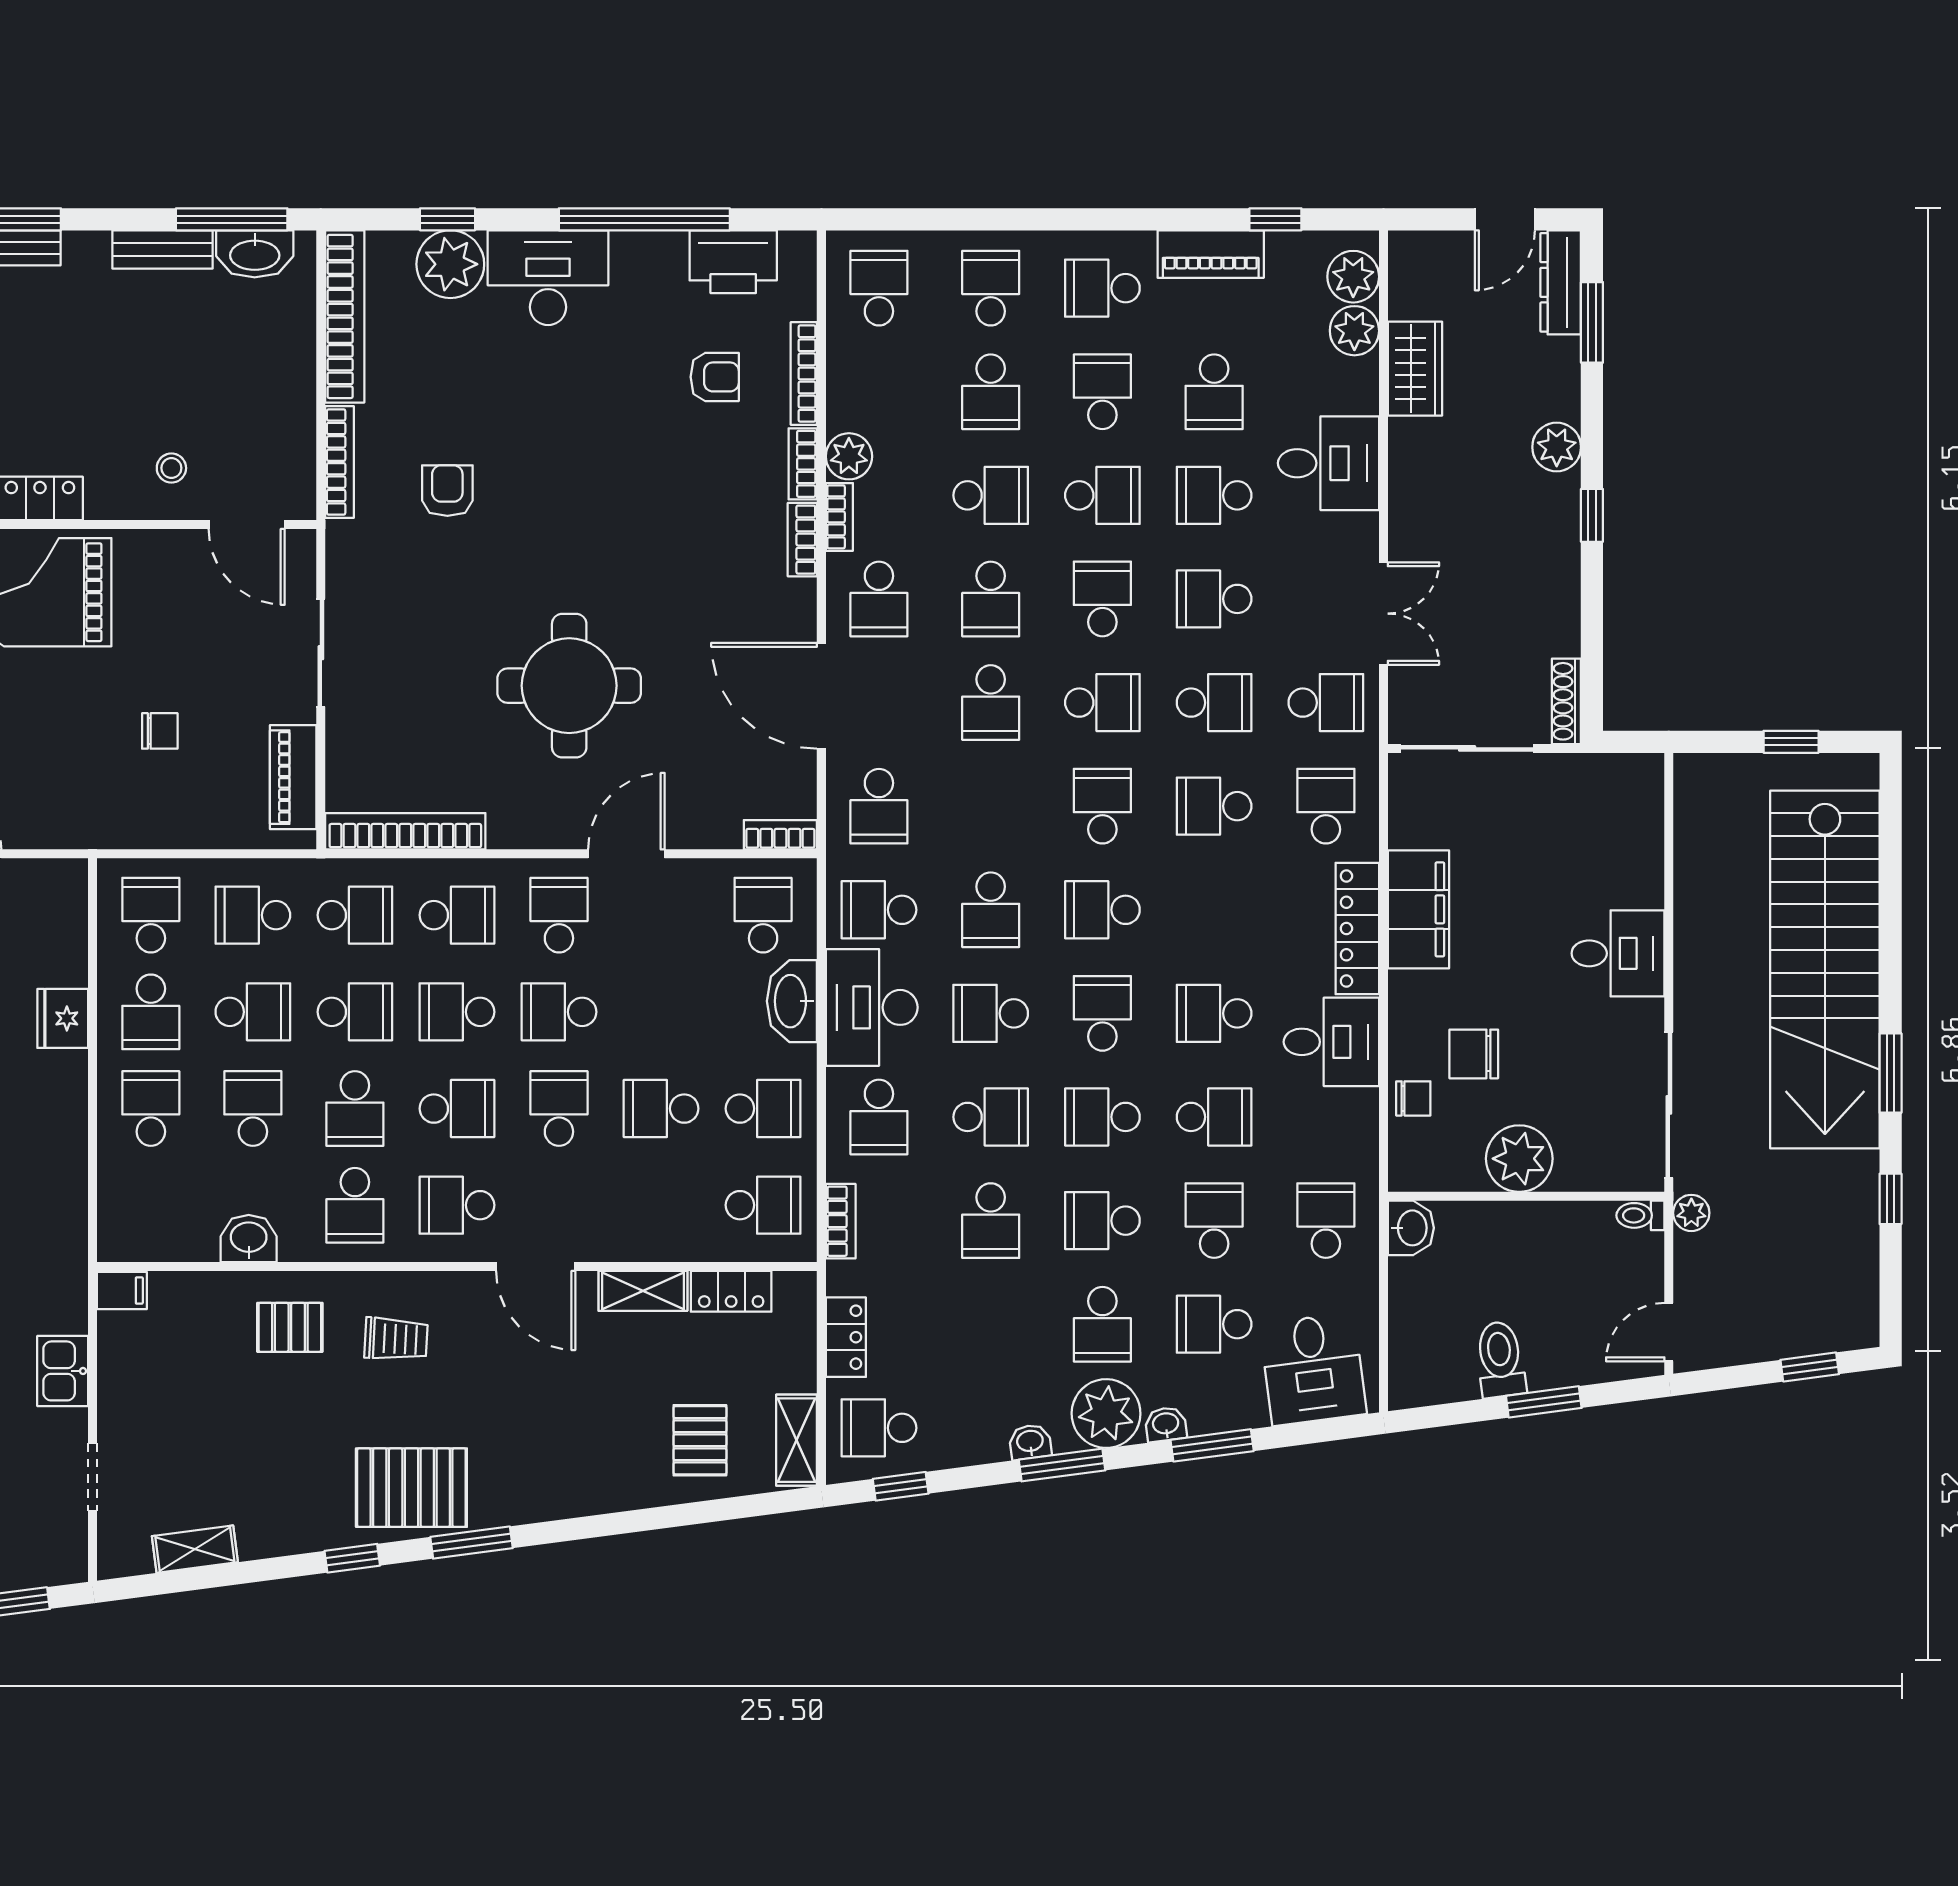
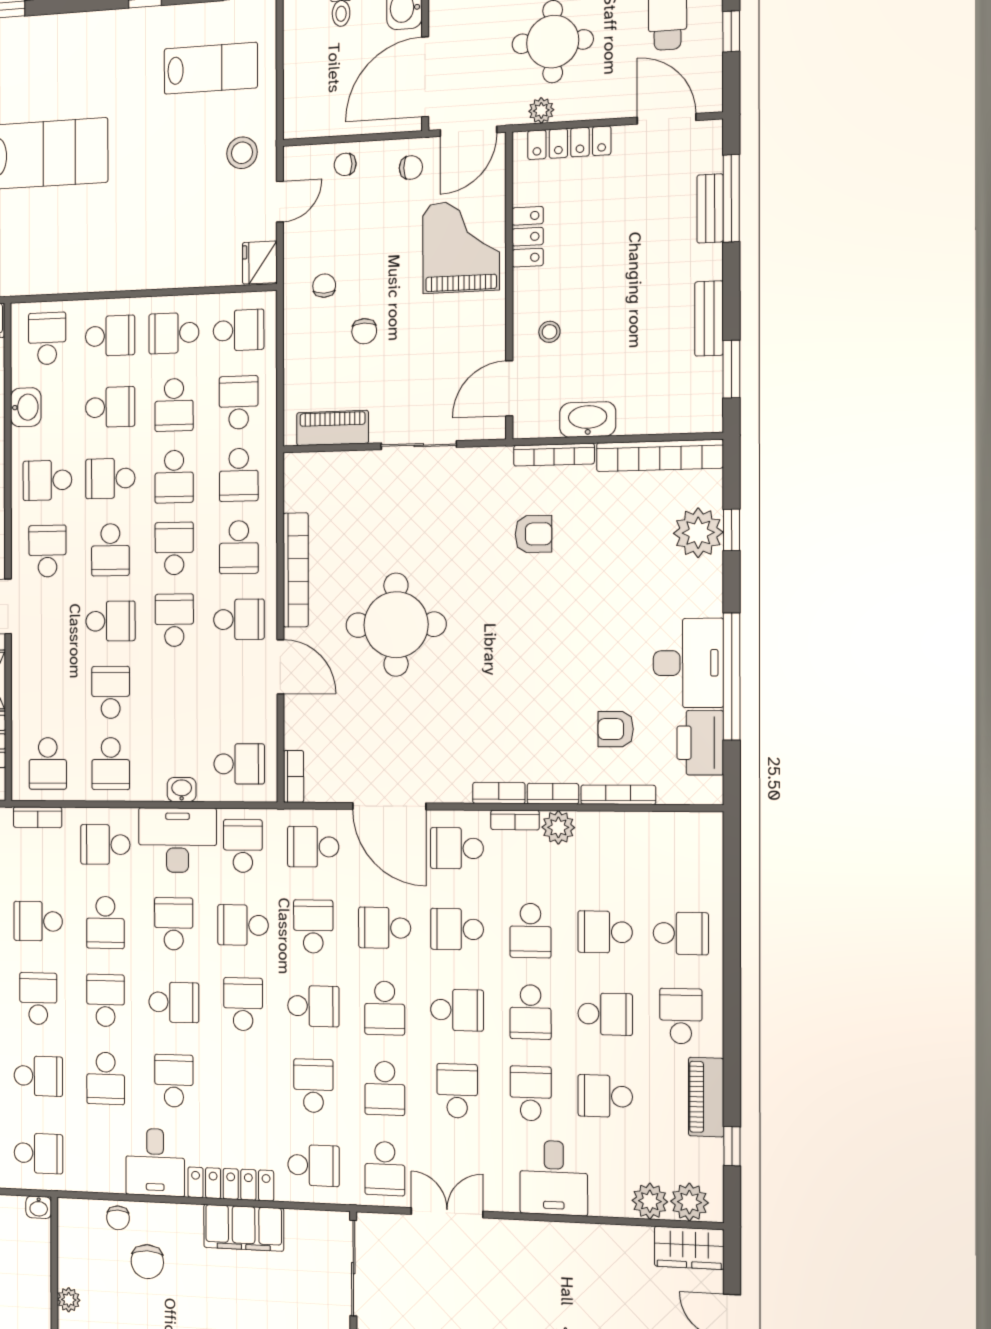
window: (232, 219) -> (731, 369), width x0.69
washbasin: (255, 254) -> (588, 419), moved, turned 90
desk: (548, 278) -> (688, 663), moved
school desk: (879, 288) -> (313, 926), moved, turned -90
wardrobe: (1415, 369) -> (689, 1248), moved
armchair: (715, 377) -> (616, 729), turned 90
double door: (1383, 614) -> (447, 1213), swing flipped
door: (821, 696) -> (389, 806), swing flipped
chair: (94, 789) -> (324, 286), added
bookcase: (405, 831) -> (296, 570), moved
washbasin: (792, 1001) -> (182, 790), width x0.52, depth x0.69
fridge: (63, 1018) -> (260, 263), moved, turned -90
chair: (1474, 1054) -> (147, 1262), turned 180
plant: (1519, 1159) -> (69, 1300), width x0.53, depth x0.53
school desk: (151, 1205) -> (47, 339), added
washbasin: (1411, 1228) -> (39, 1207), width x0.72, depth x0.69

